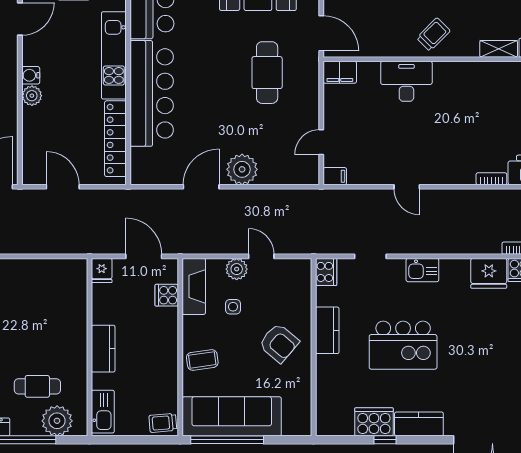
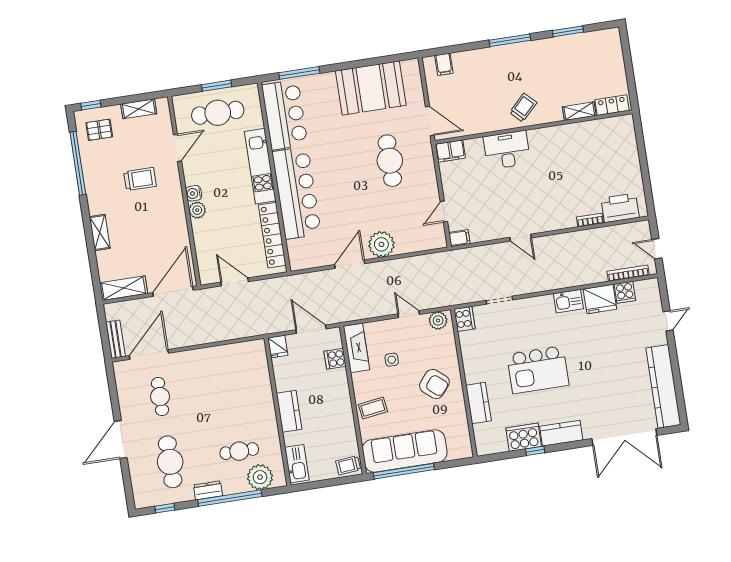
plant: (237, 269) -> (438, 320), moved
kitchen sink: (422, 270) -> (568, 301), moved
kitchen counter: (327, 330) -> (479, 403), moved

